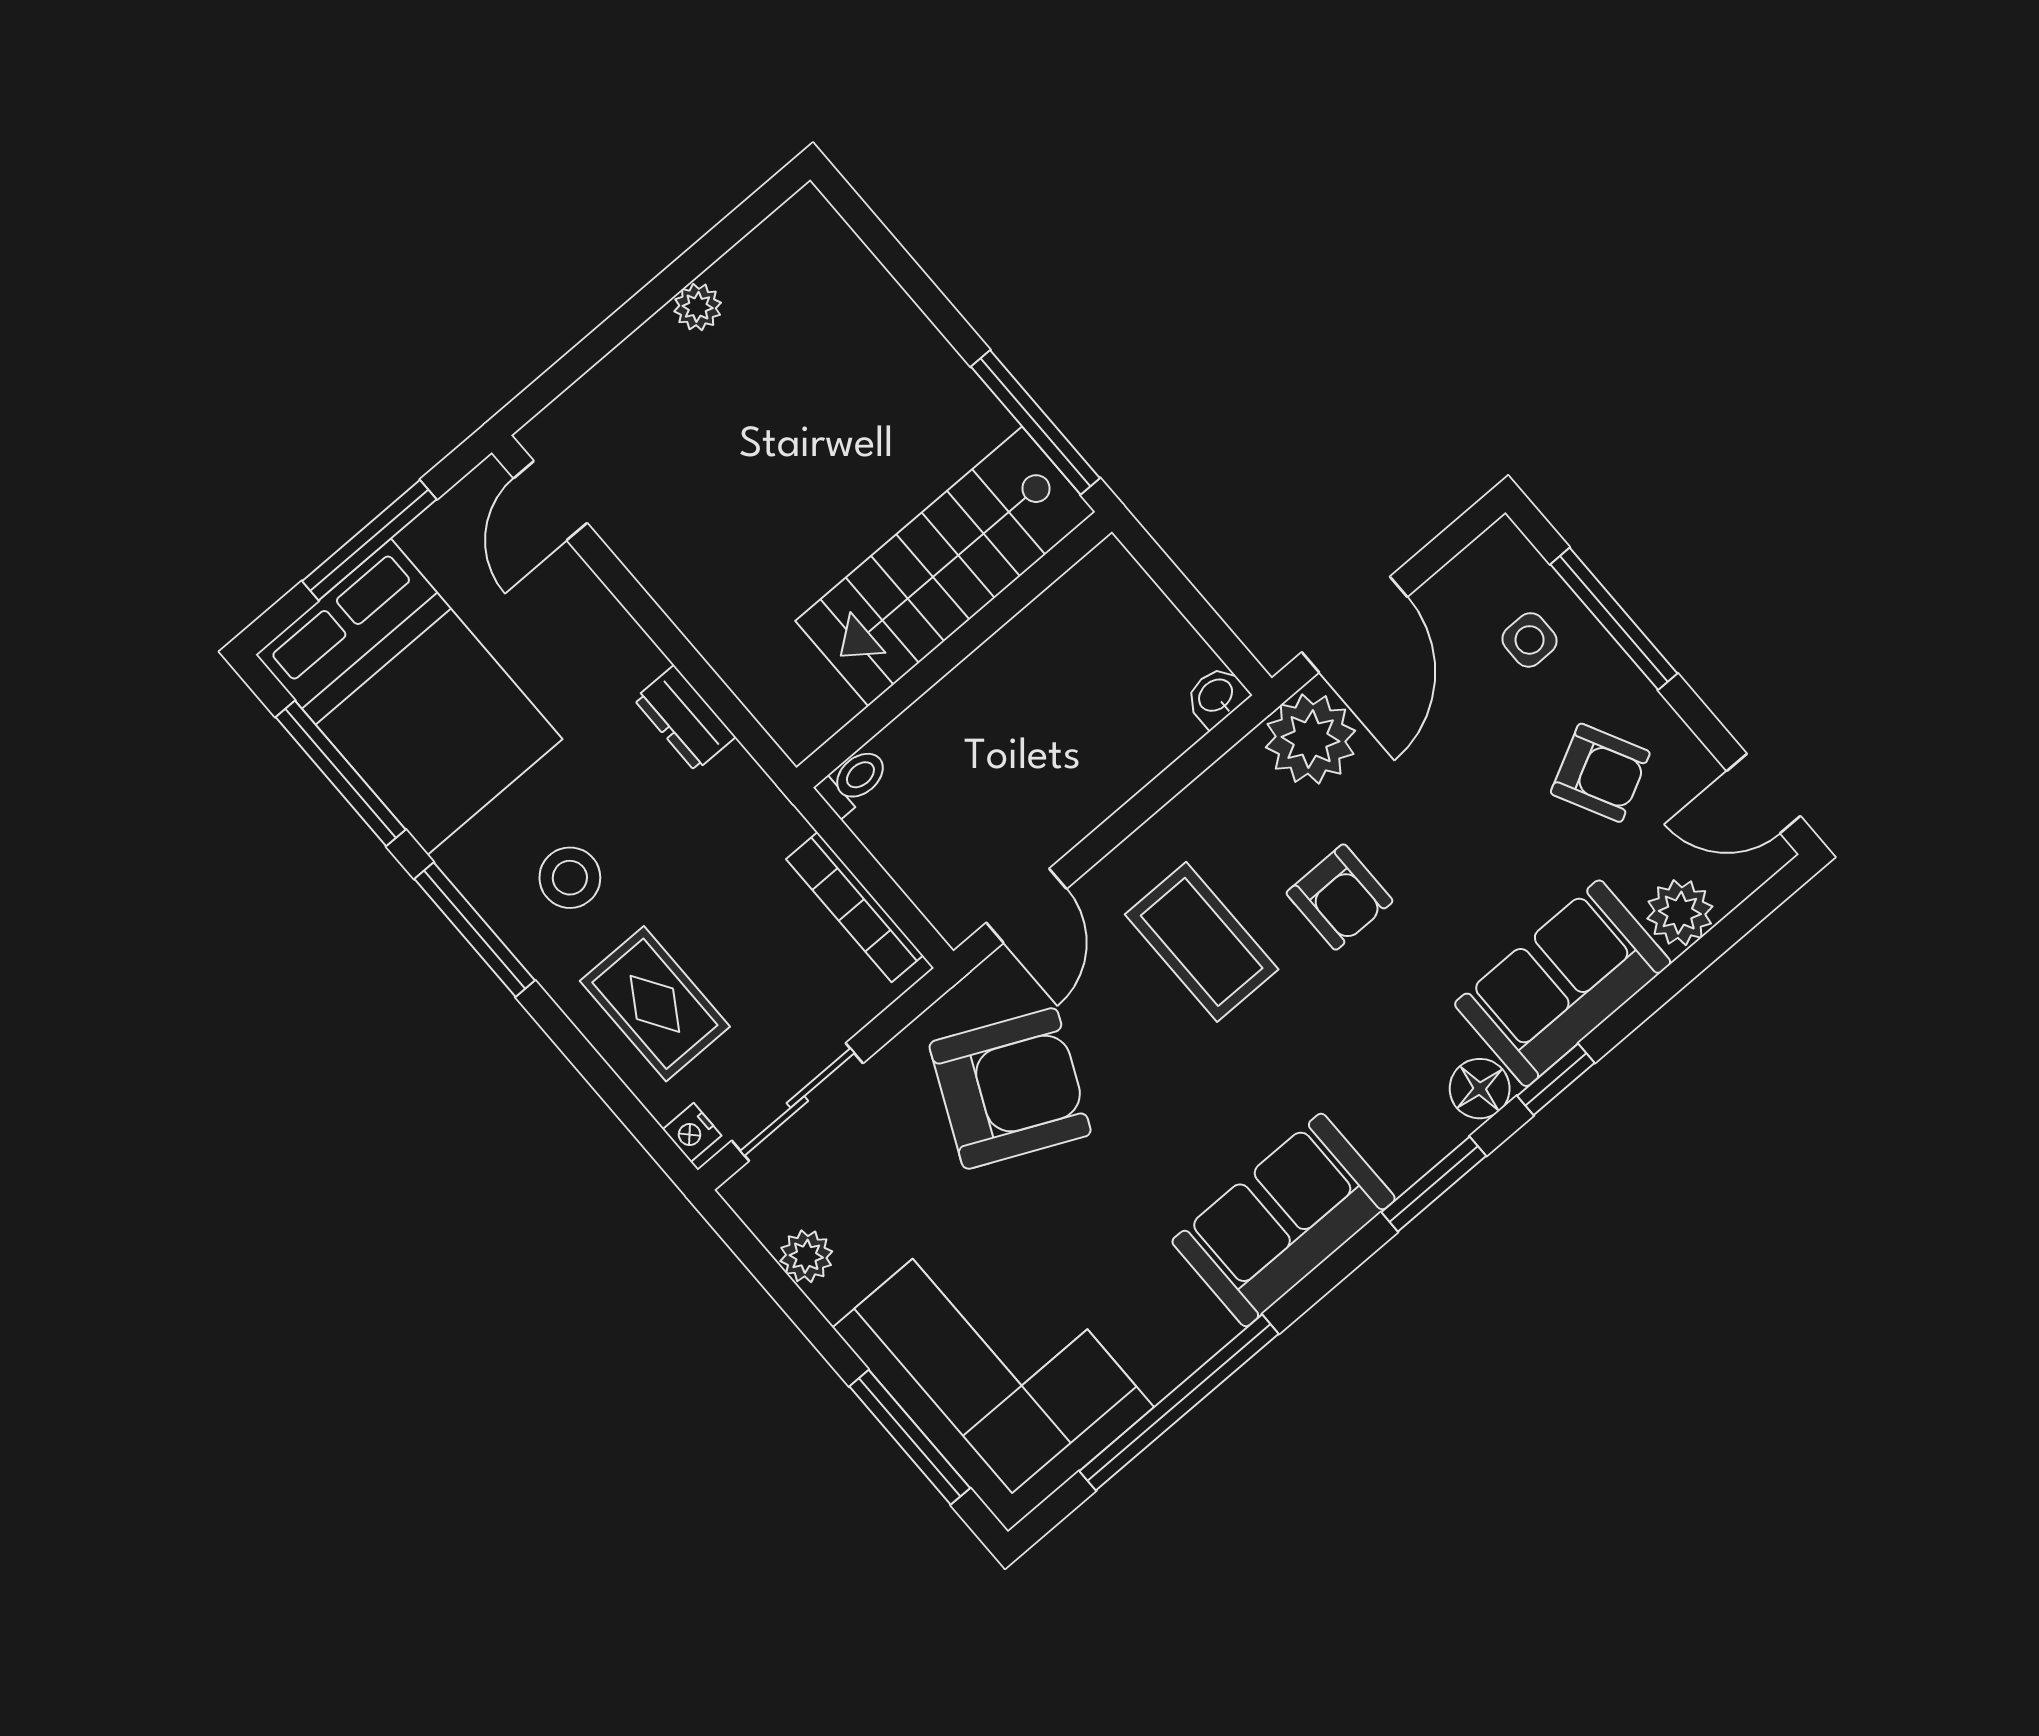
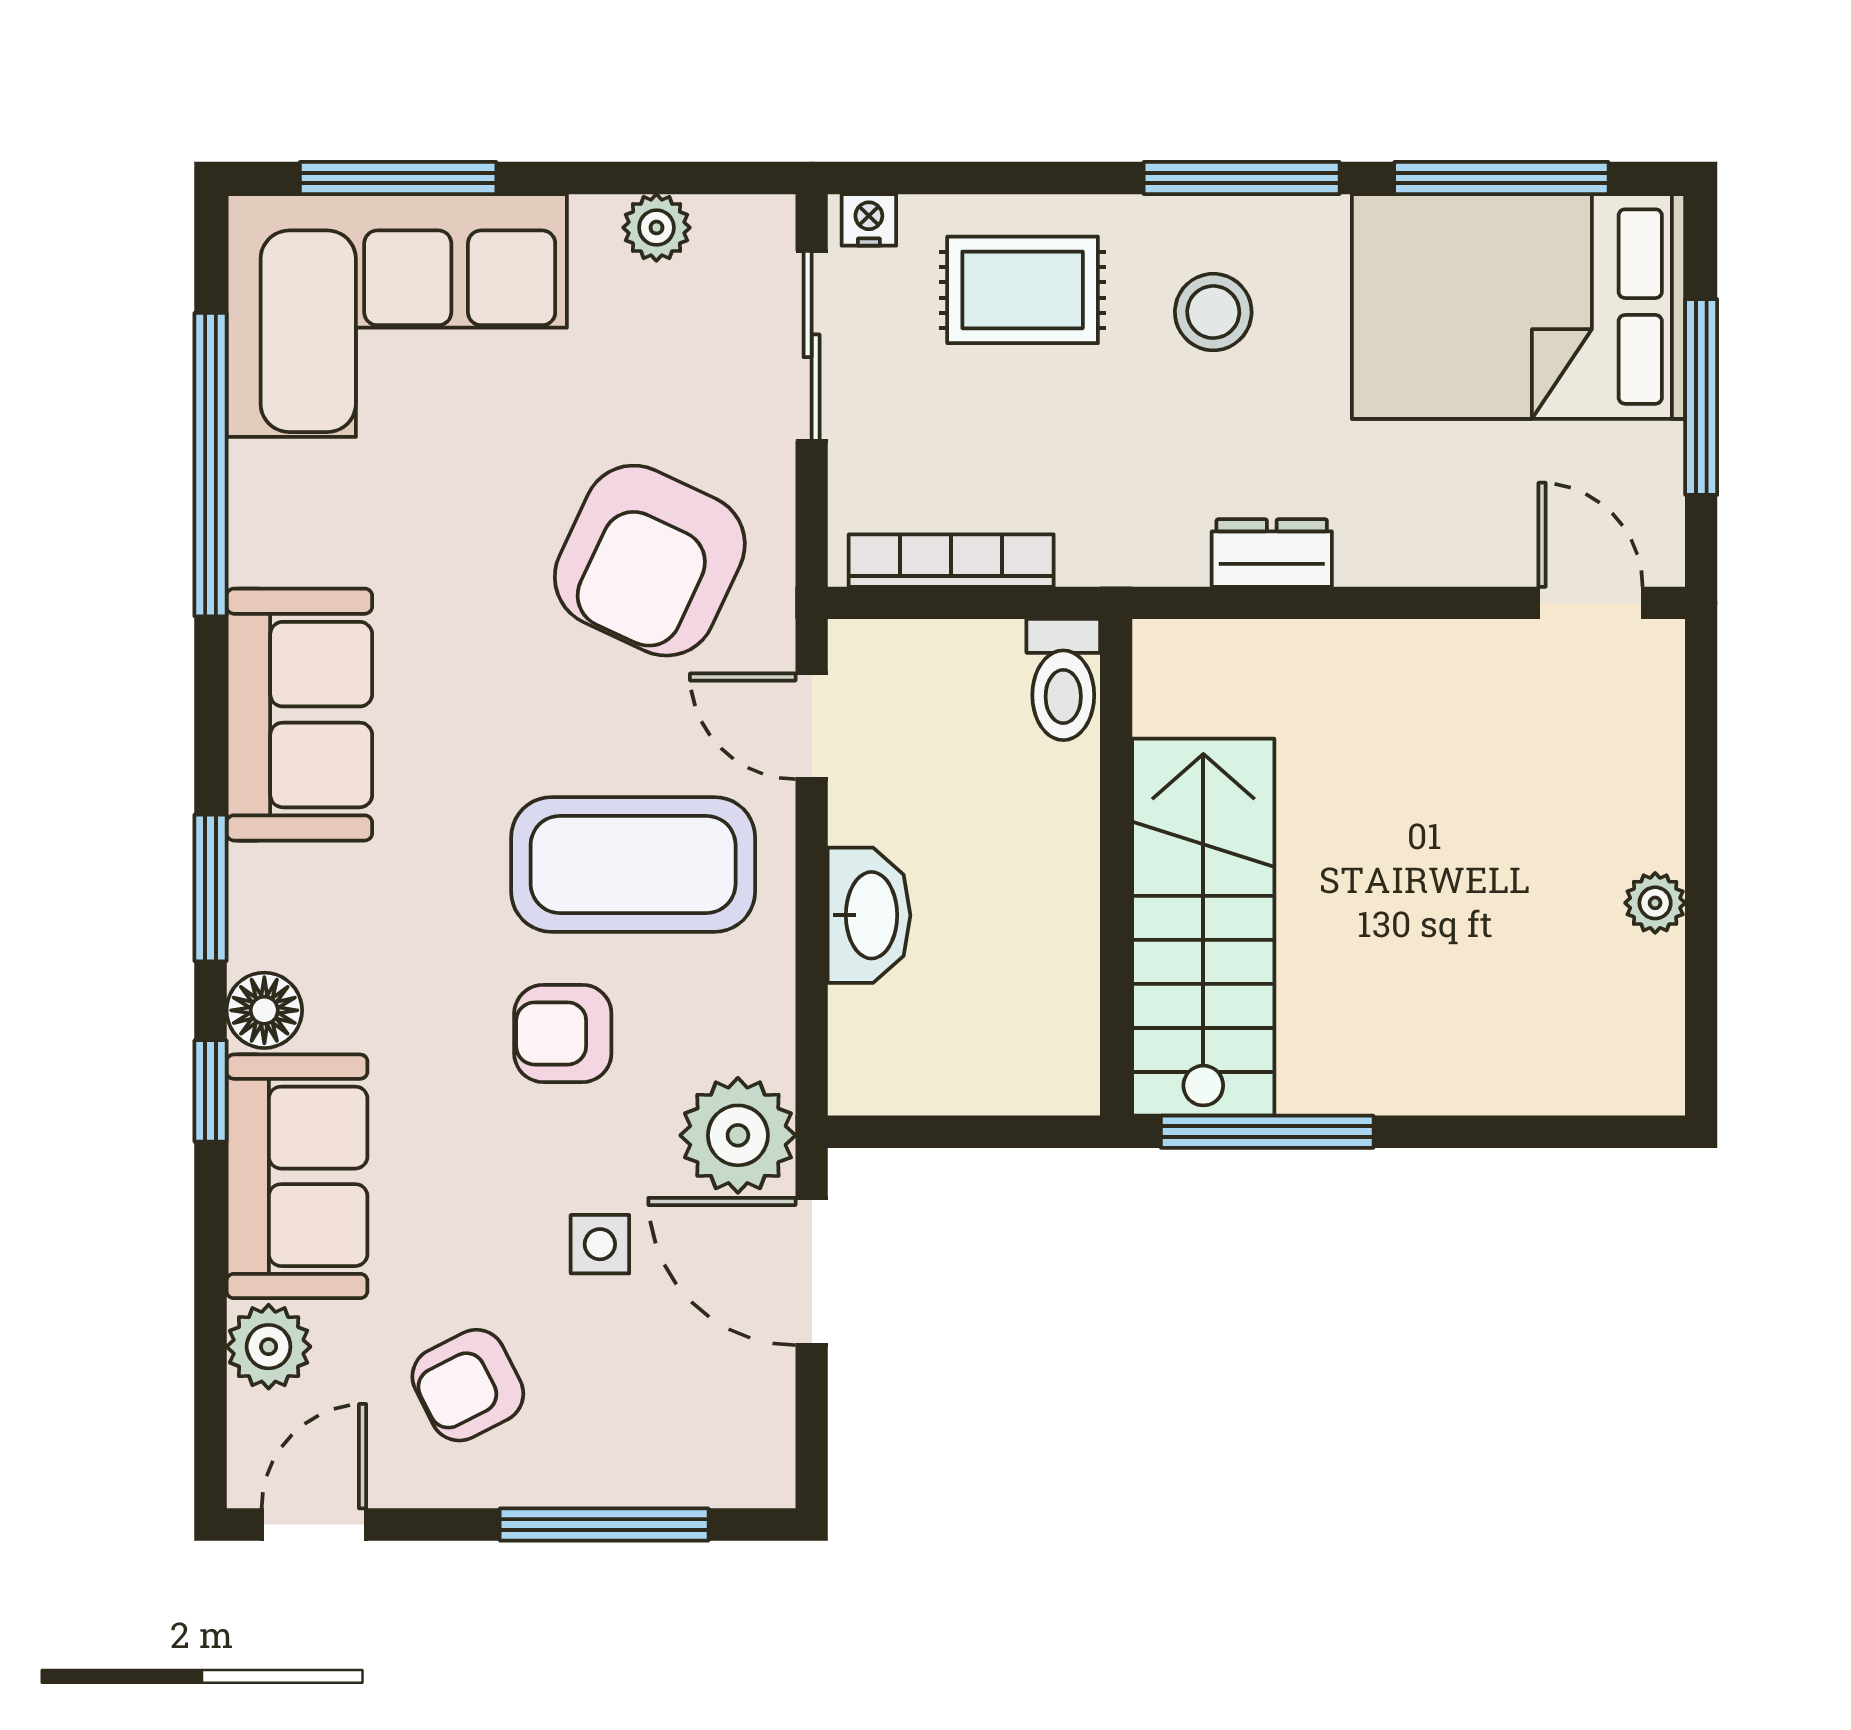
side table: (1530, 640) -> (600, 1244), moved
washbasin: (1216, 696) -> (869, 915), moved, width x1.91, depth x1.45
toilet: (853, 781) -> (1063, 679), width x1.37, depth x1.39
coffee table: (1202, 942) -> (633, 864), width x1.36, depth x1.32

